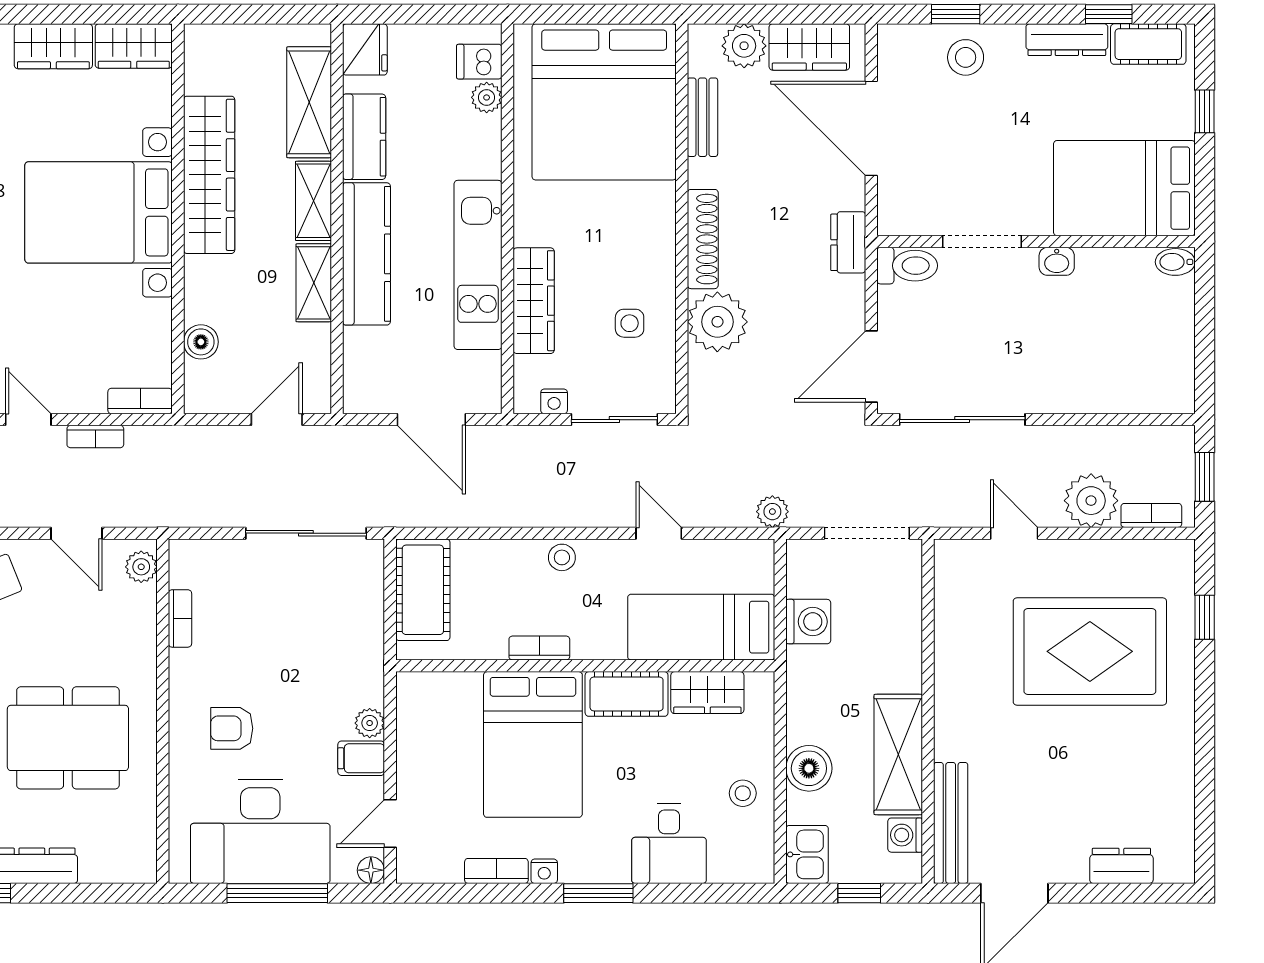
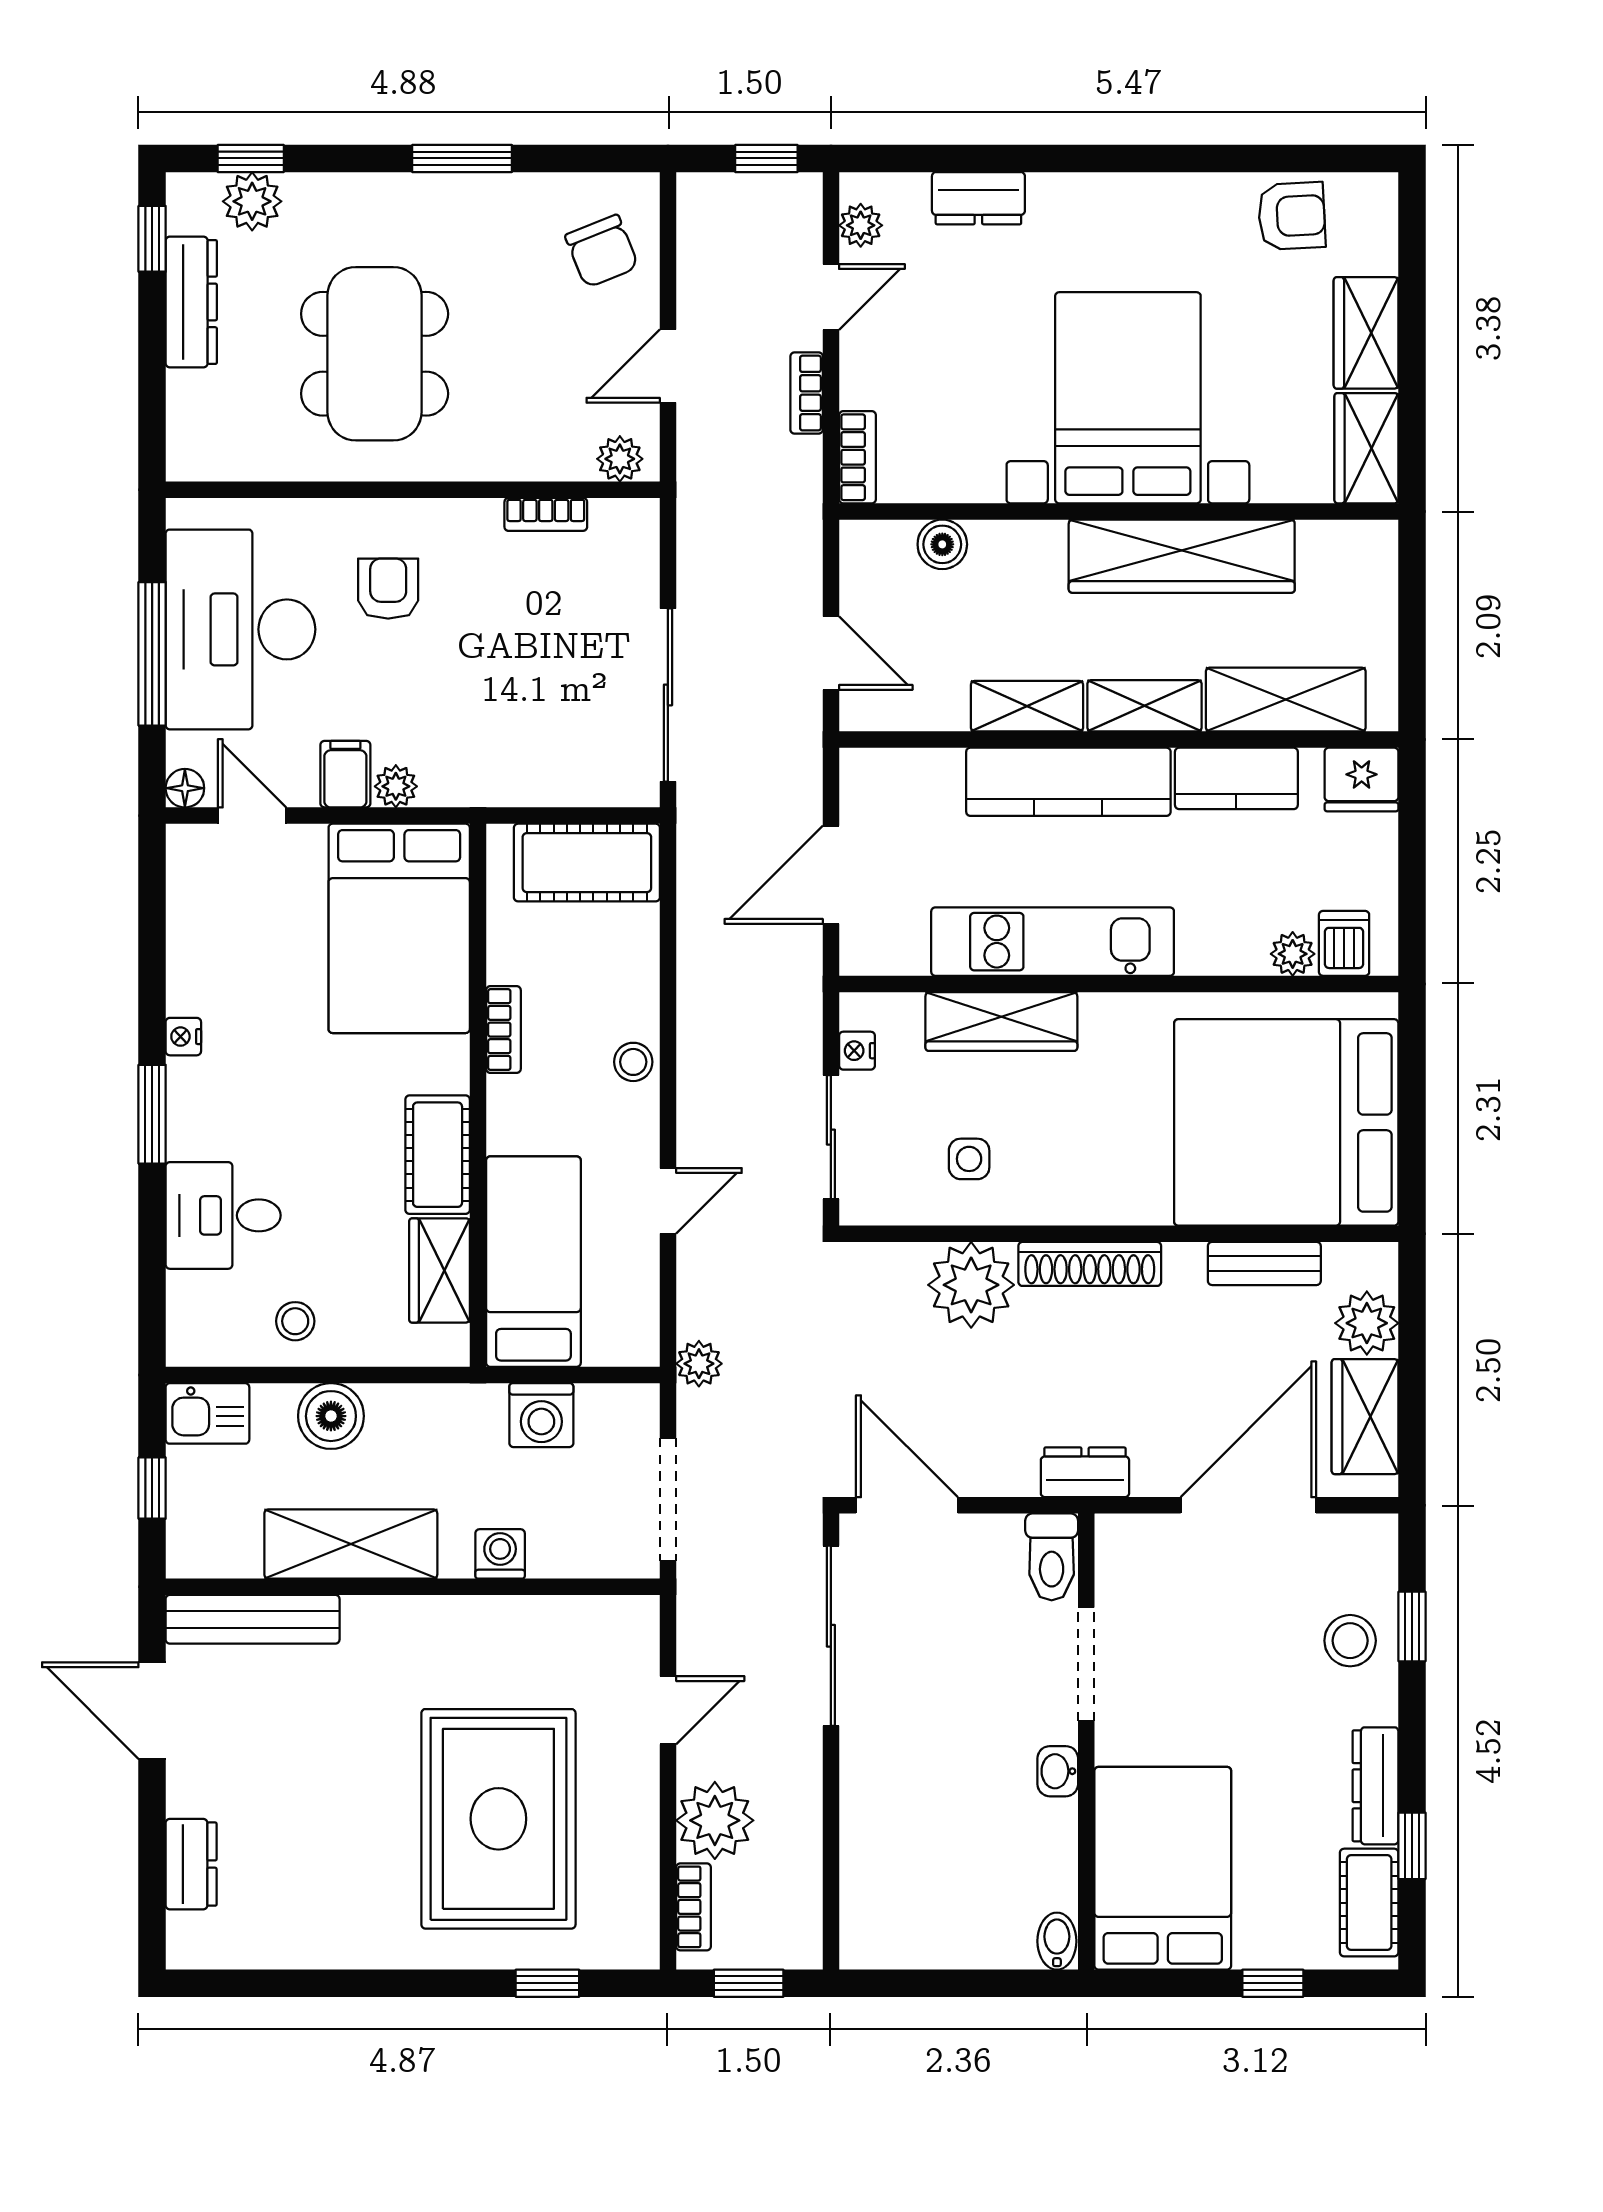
bed: (533, 744) -> (399, 928), moved, turned -90
washing machine: (905, 835) -> (500, 1554), moved
bookcase: (496, 871) -> (184, 968), removed

